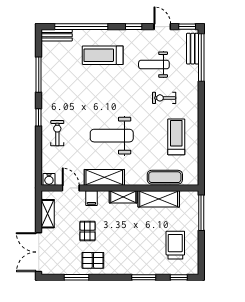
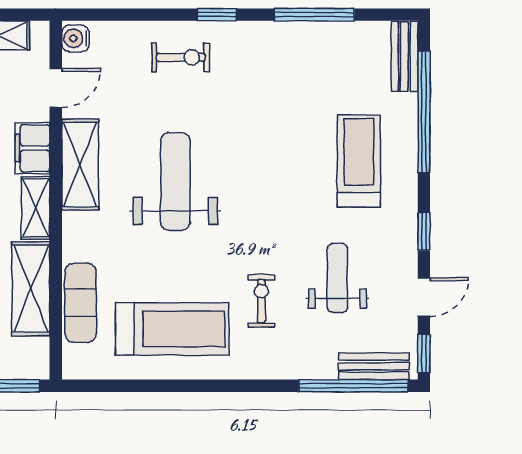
treadmill: (176, 137) -> (172, 329), width x1.37, depth x1.38
filing cabinet: (91, 198) -> (33, 148), width x2.00

